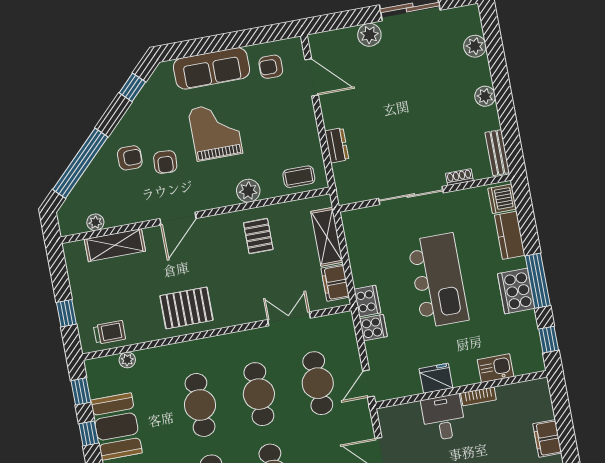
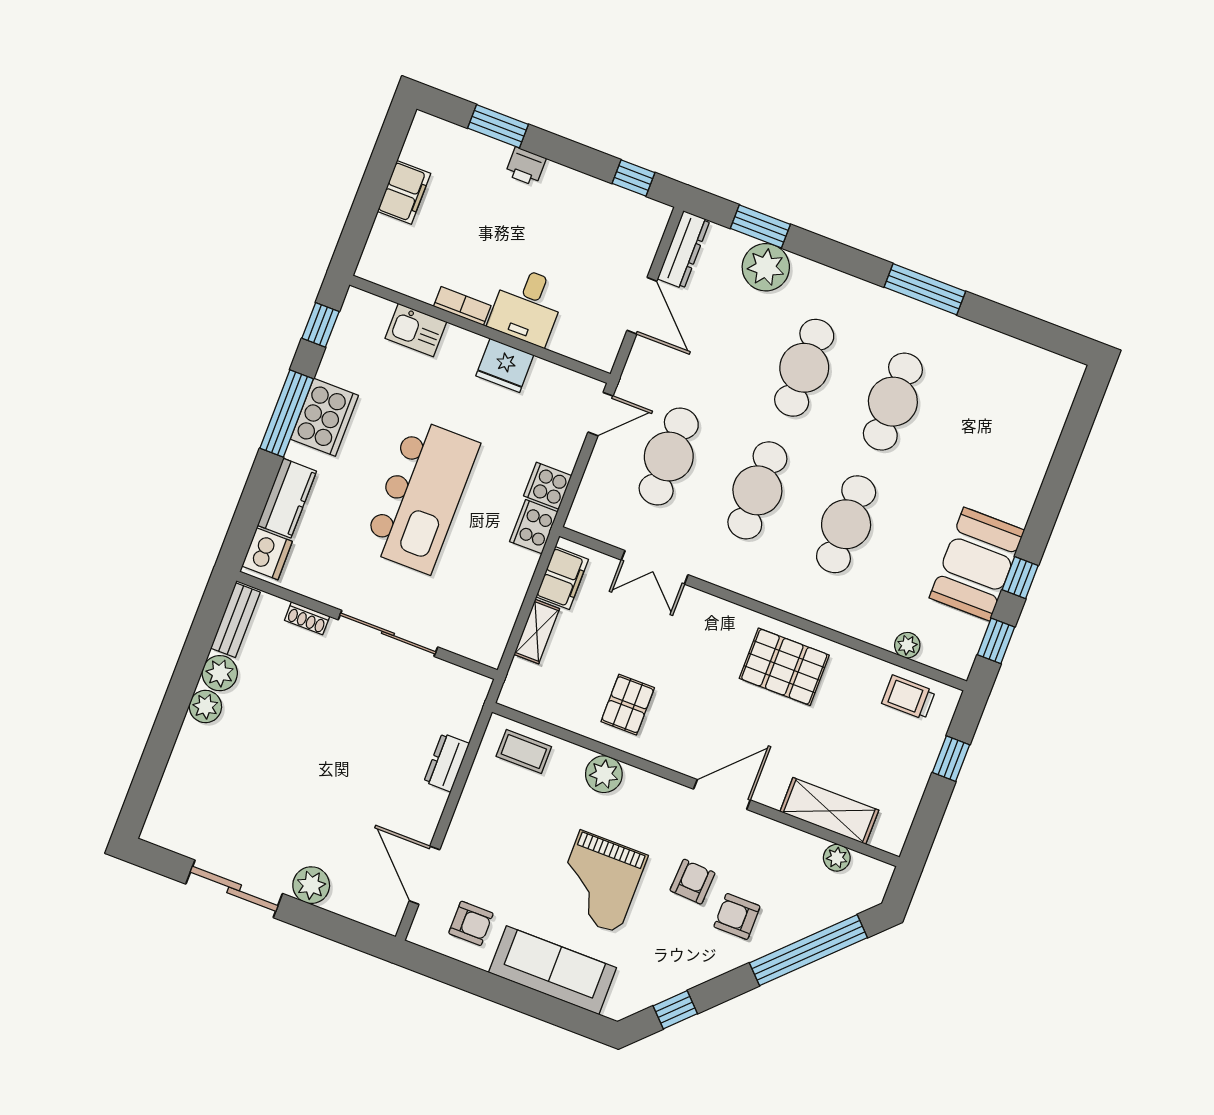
plant: (475, 46) -> (220, 673), moved
shelving: (327, 237) -> (537, 632), width x0.67, depth x0.75
kitchen island: (438, 280) -> (421, 496), turned 180

